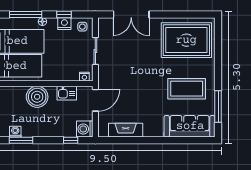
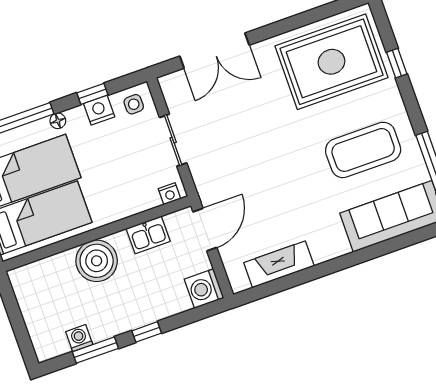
window: (218, 52) -> (397, 63), added
window: (71, 140) -> (147, 332), moved

